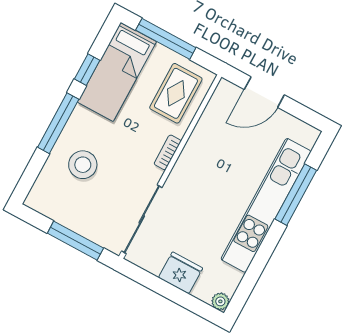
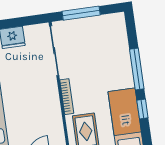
bookcase: (168, 152) -> (67, 97), width x1.56
stool: (83, 165) -> (107, 57), removed

